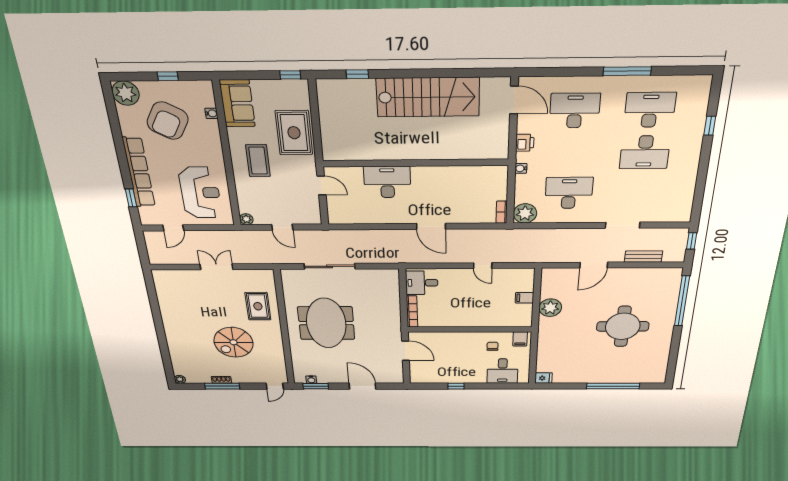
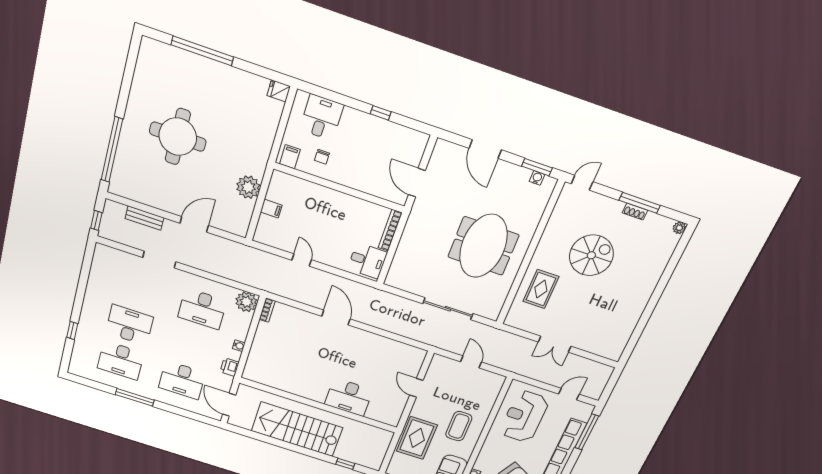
wall: (415, 163) -> (318, 405), moved
desk: (387, 182) -> (349, 397), moved
window: (131, 198) -> (587, 432), width x2.17
plant: (246, 219) -> (499, 380), removed

